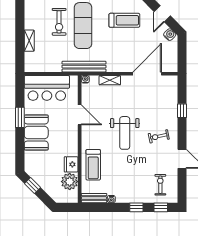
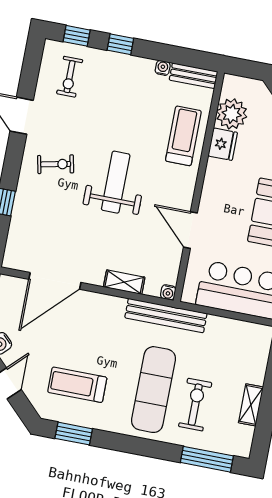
shelving: (29, 41) -> (251, 405), moved

